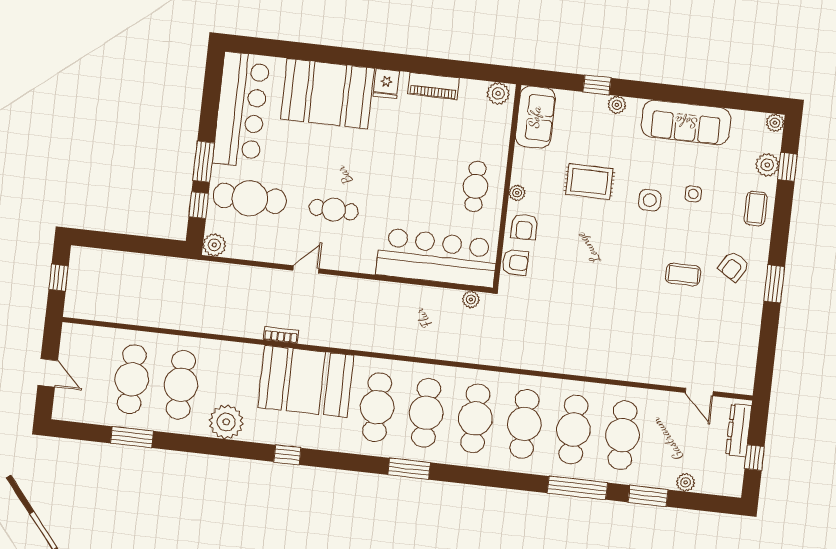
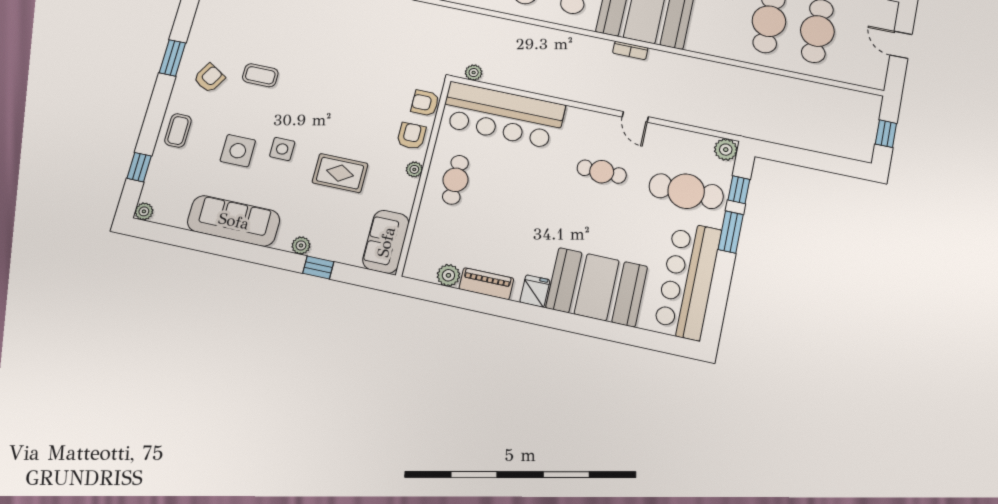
plant: (498, 93) -> (448, 275), moved
plant: (767, 165) -> (159, 171), removed
side table: (693, 194) -> (238, 151), width x1.87, depth x1.87
door: (306, 269) -> (635, 117), hinge flipped
bookcase: (281, 335) -> (630, 50), moved

